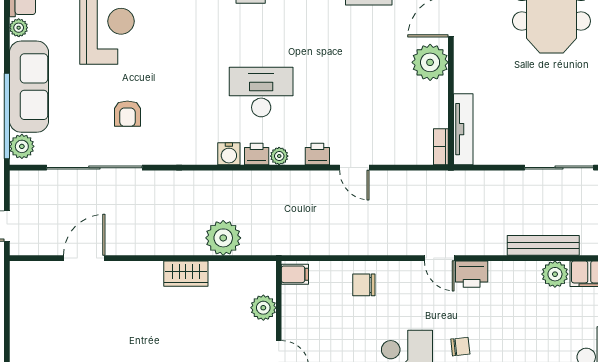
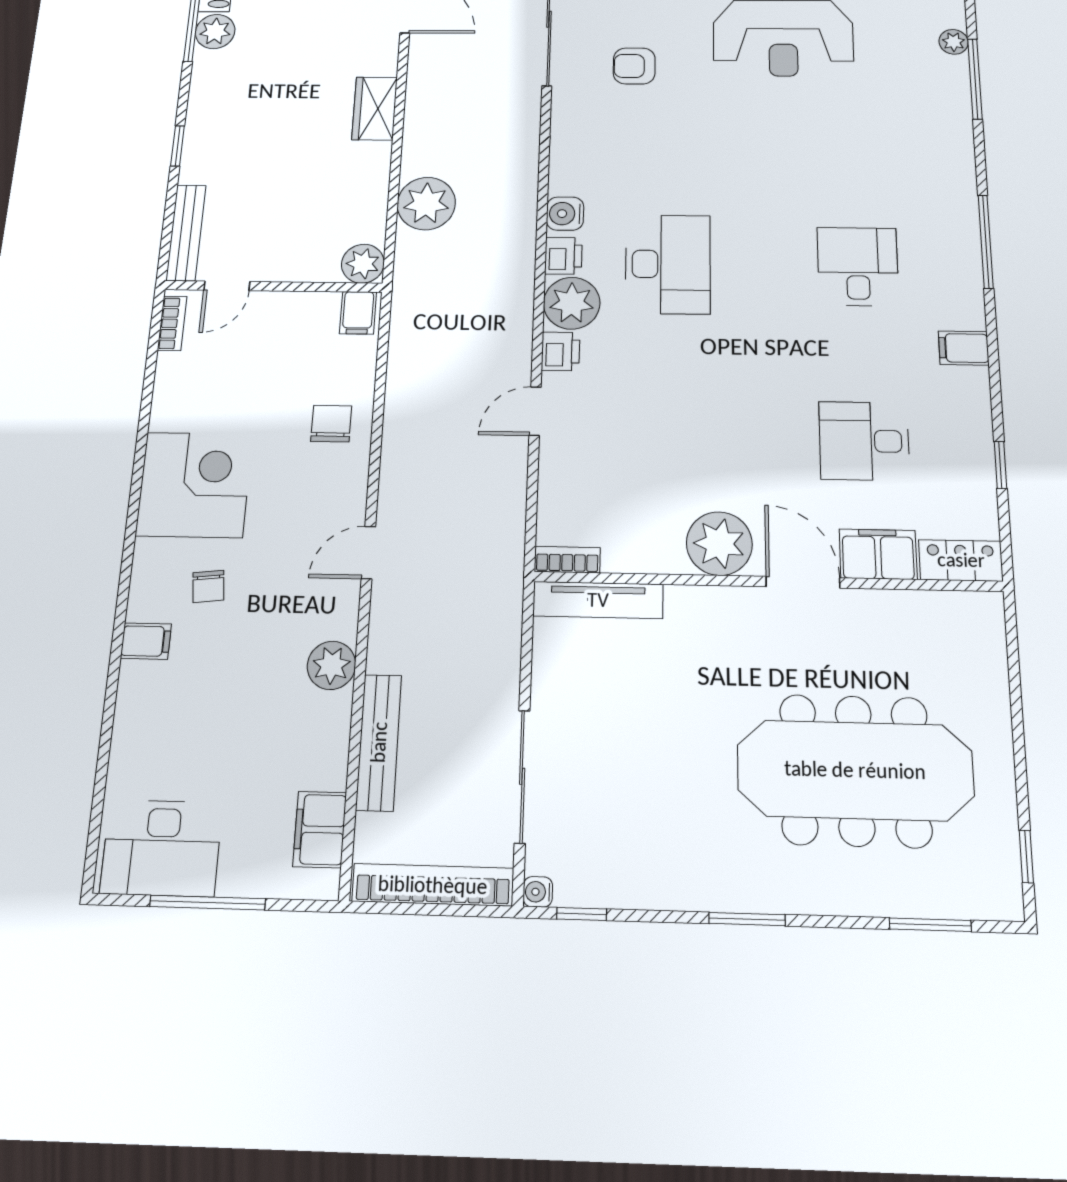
plant: (279, 156) -> (572, 303), width x1.87, depth x1.87
wardrobe: (186, 274) -> (375, 108), moved
printer: (472, 274) -> (336, 609), removed
plant: (555, 274) -> (331, 665), moved
plant: (263, 308) -> (363, 264), moved

